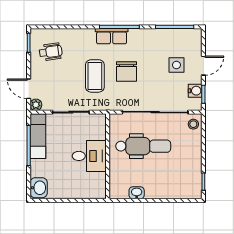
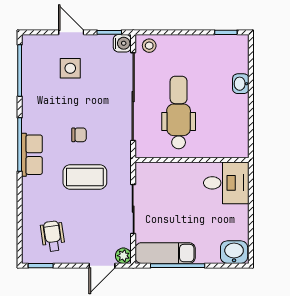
chair: (126, 72) -> (79, 135), width x0.54, depth x0.54
water cooler: (195, 91) -> (122, 43), moved, turned 90
desk: (89, 156) -> (226, 183), moved, turned 90
washbasin: (137, 193) -> (241, 84), moved

